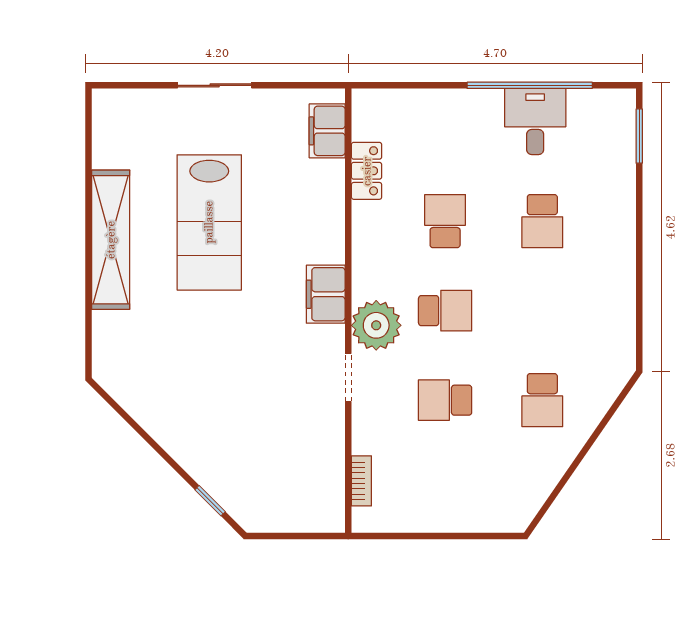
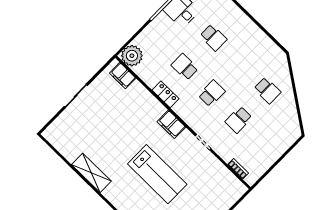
locker: (367, 171) -> (166, 94), moved
lab bench: (209, 222) -> (157, 174), moved
shelving: (111, 240) -> (91, 173), width x0.68
plant: (376, 325) -> (132, 56), moved

